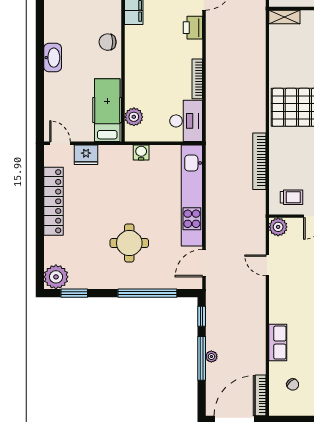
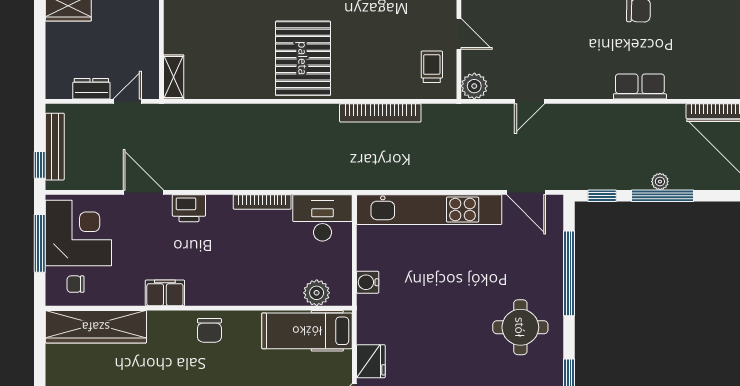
round table: (129, 243) -> (520, 327), moved
chair: (293, 384) -> (700, 65), removed

